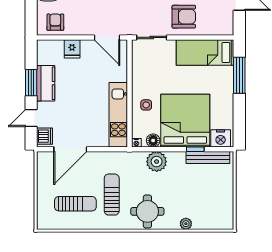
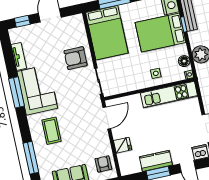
armchair: (184, 17) -> (76, 58), turned -90
armchair: (55, 22) -> (103, 164), turned 90
bed: (205, 52) -> (107, 33), width x1.50
bed: (185, 121) -> (161, 33), width x0.73

